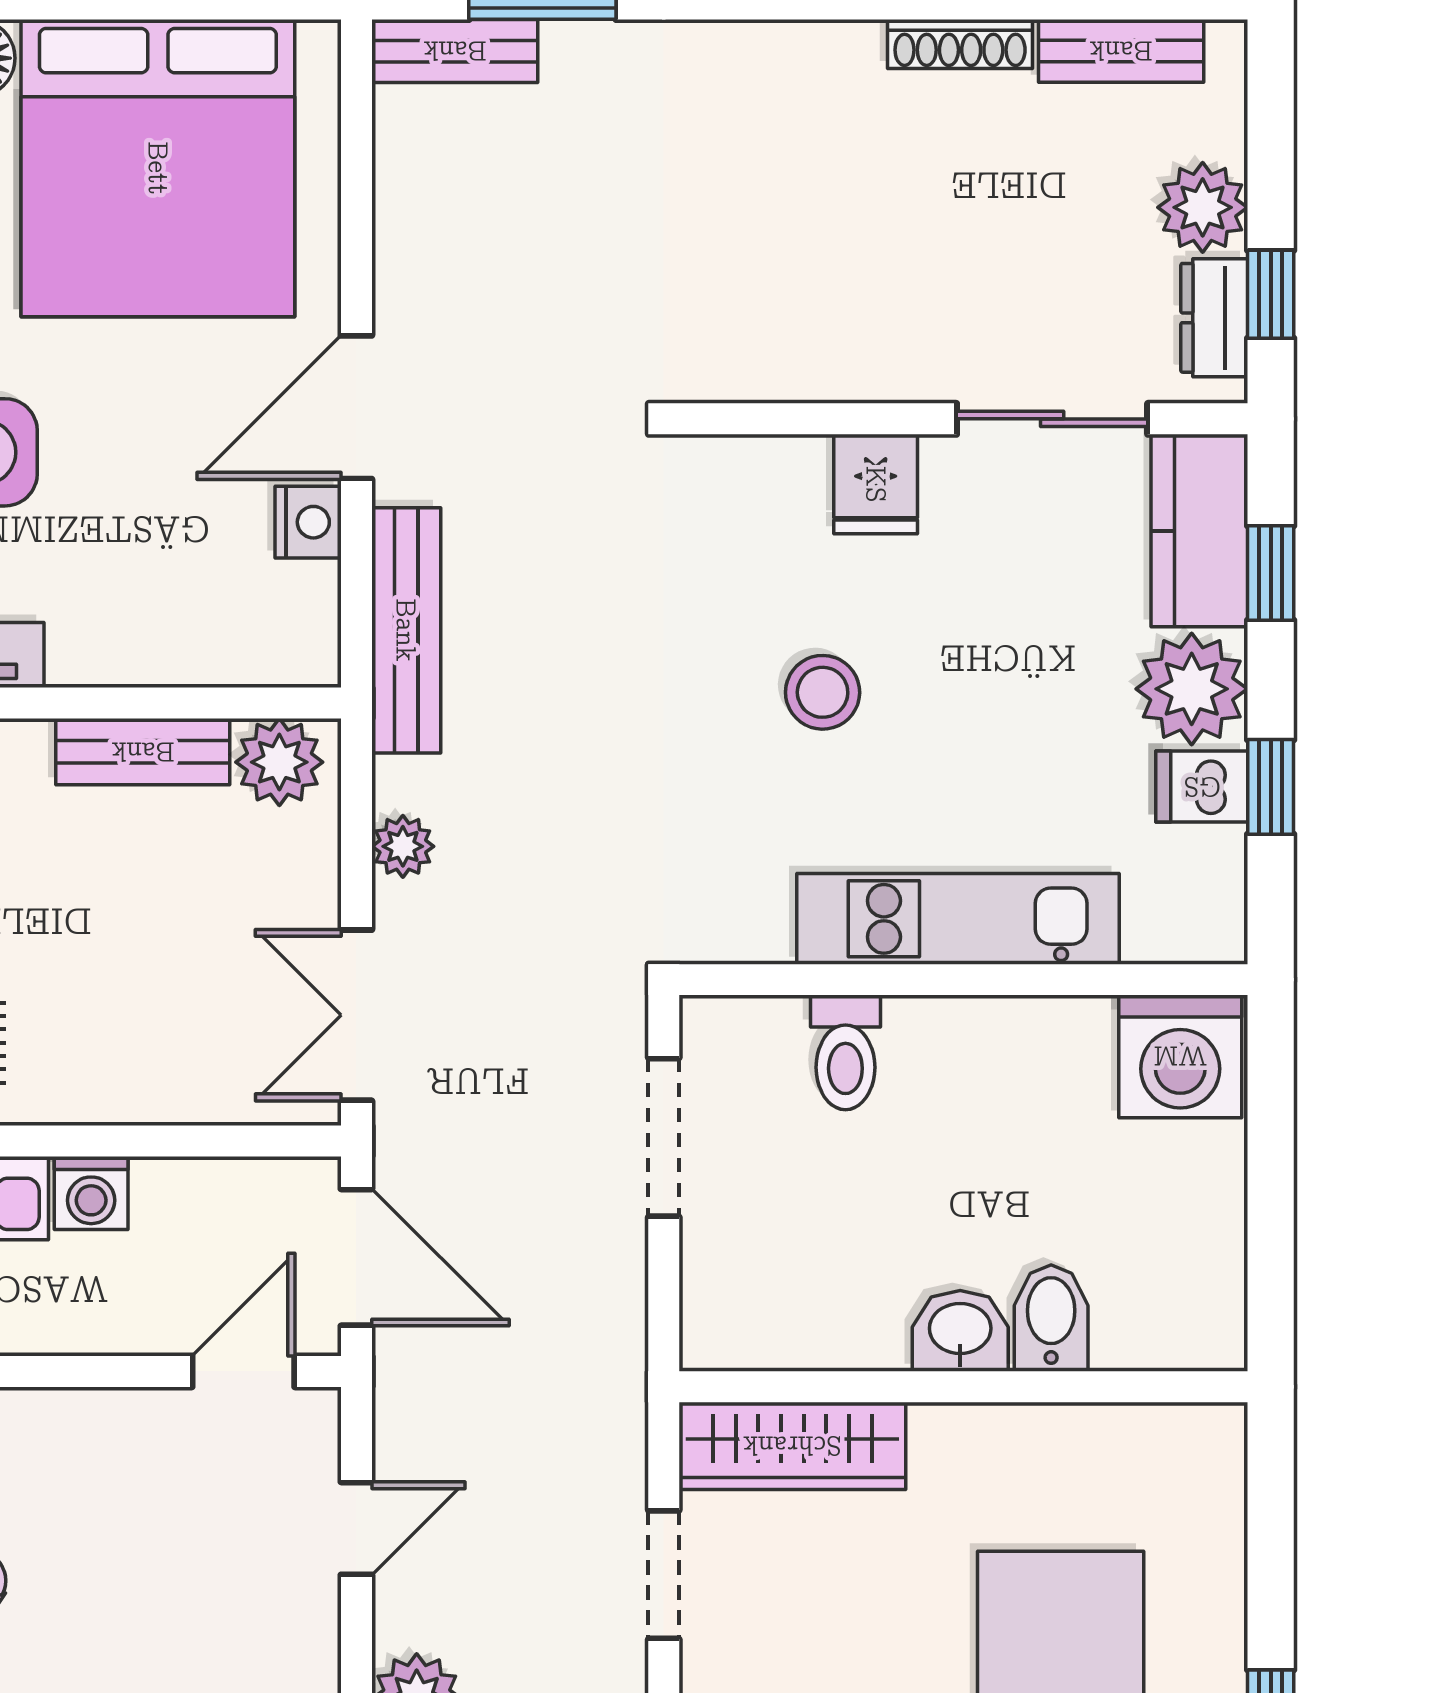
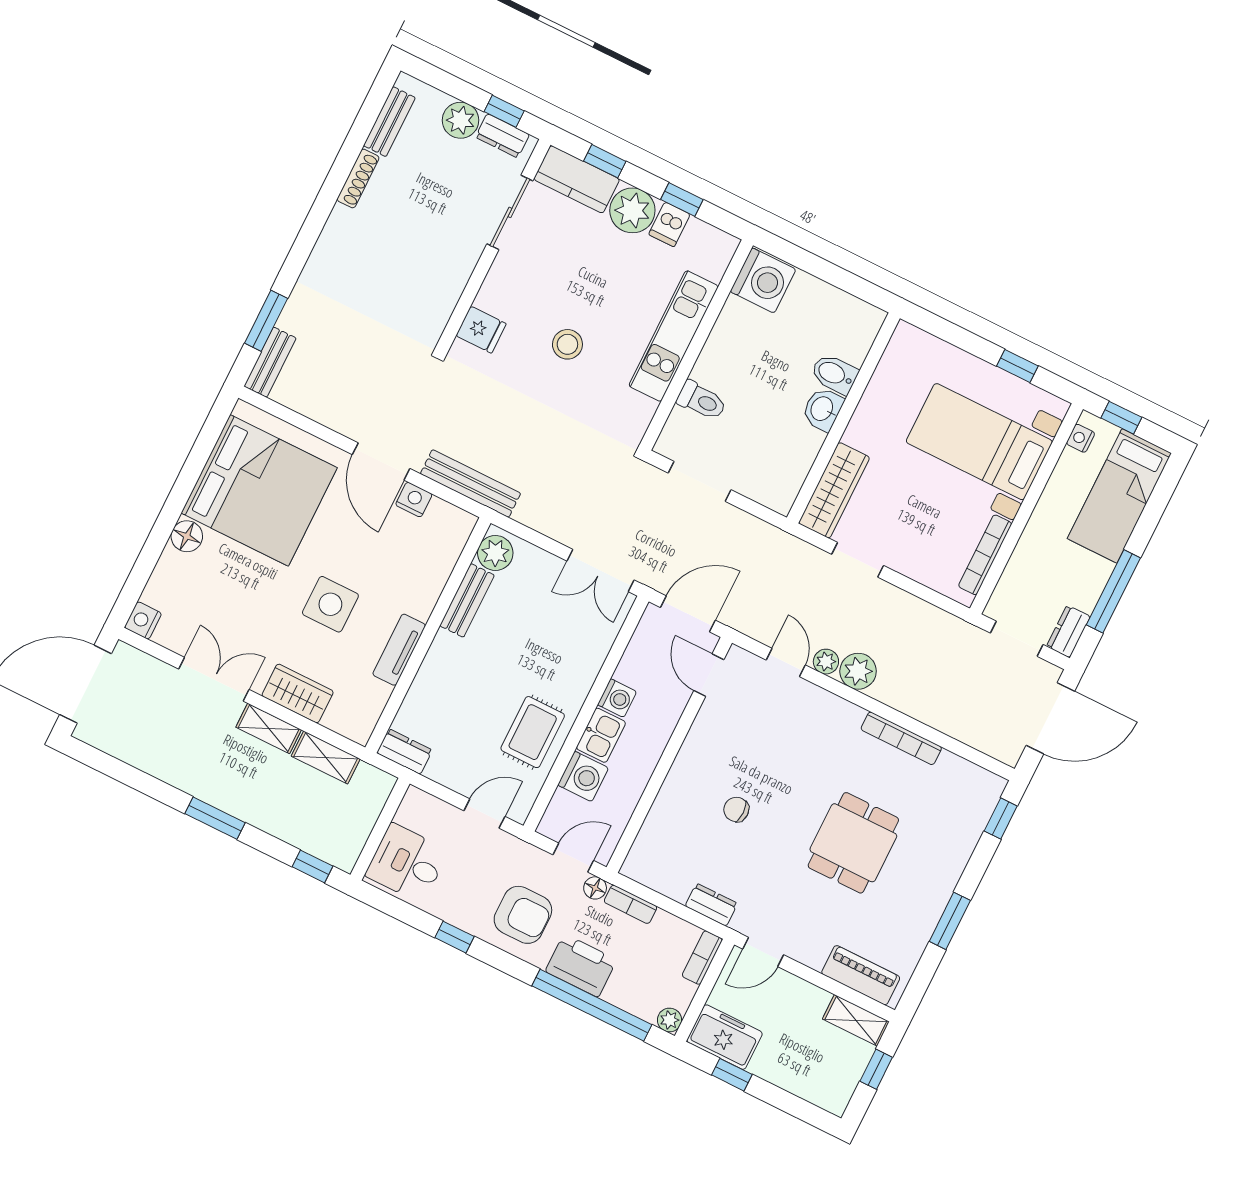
fridge: (876, 484) -> (481, 330), moved
plant: (403, 846) -> (826, 662), moved

